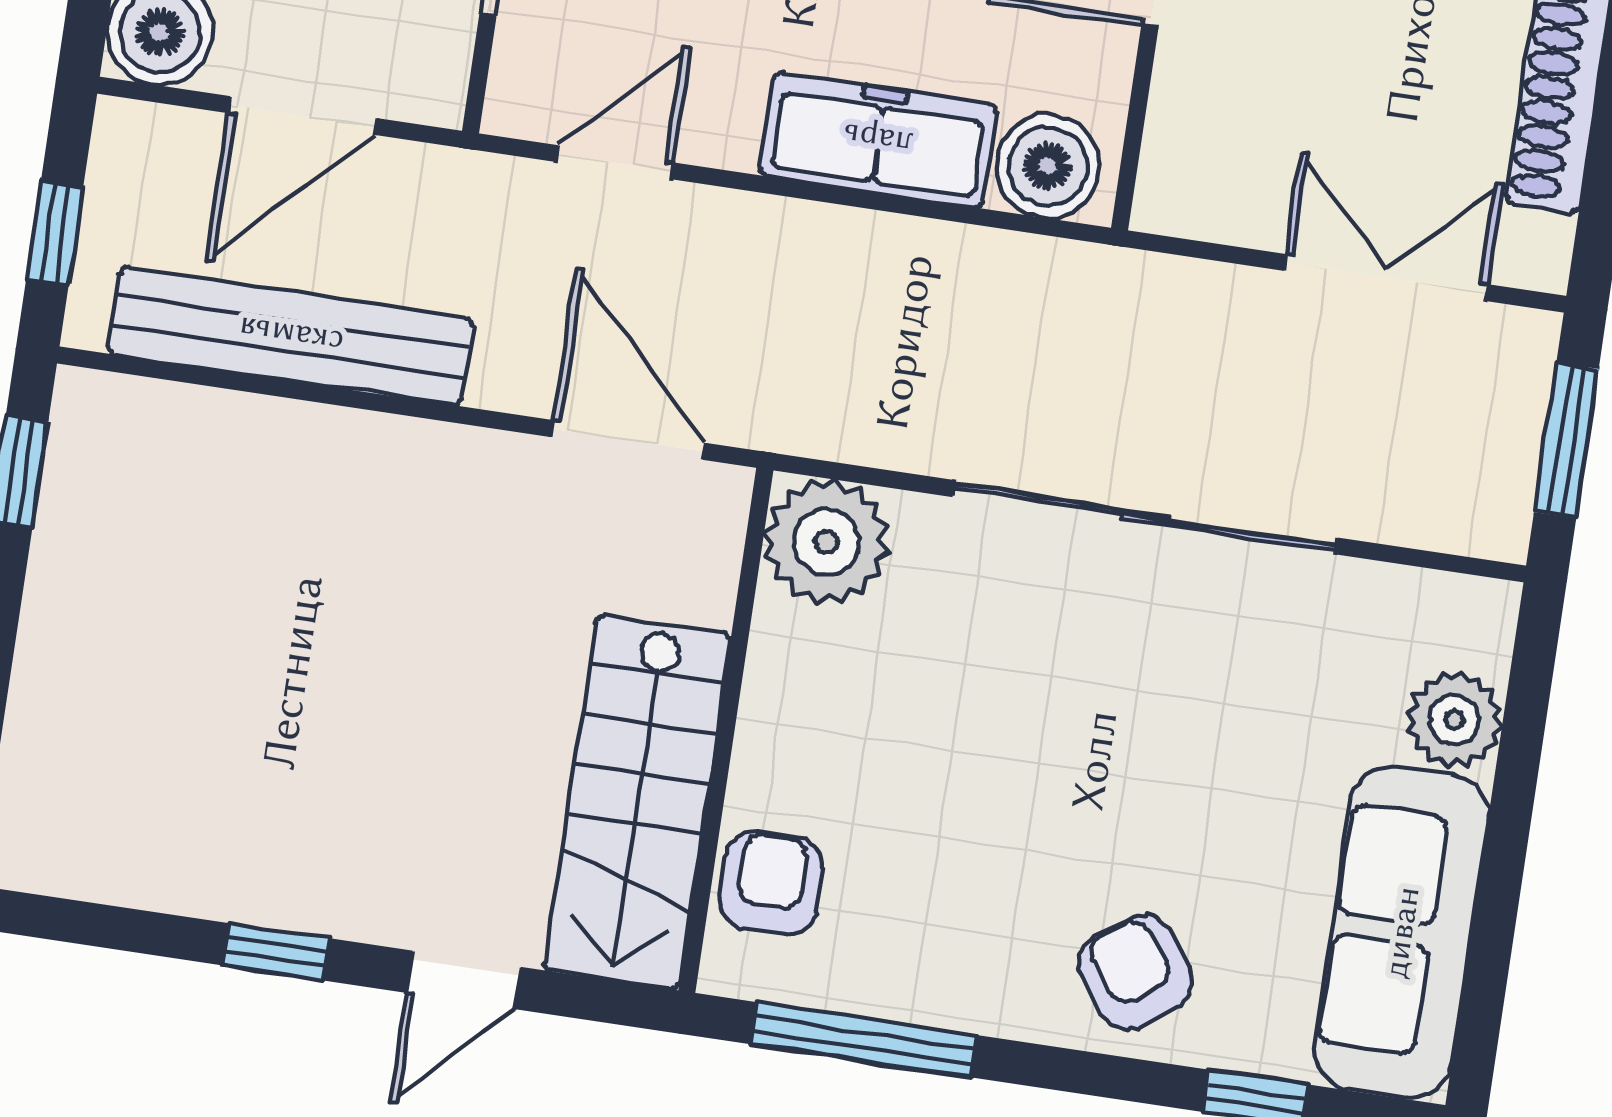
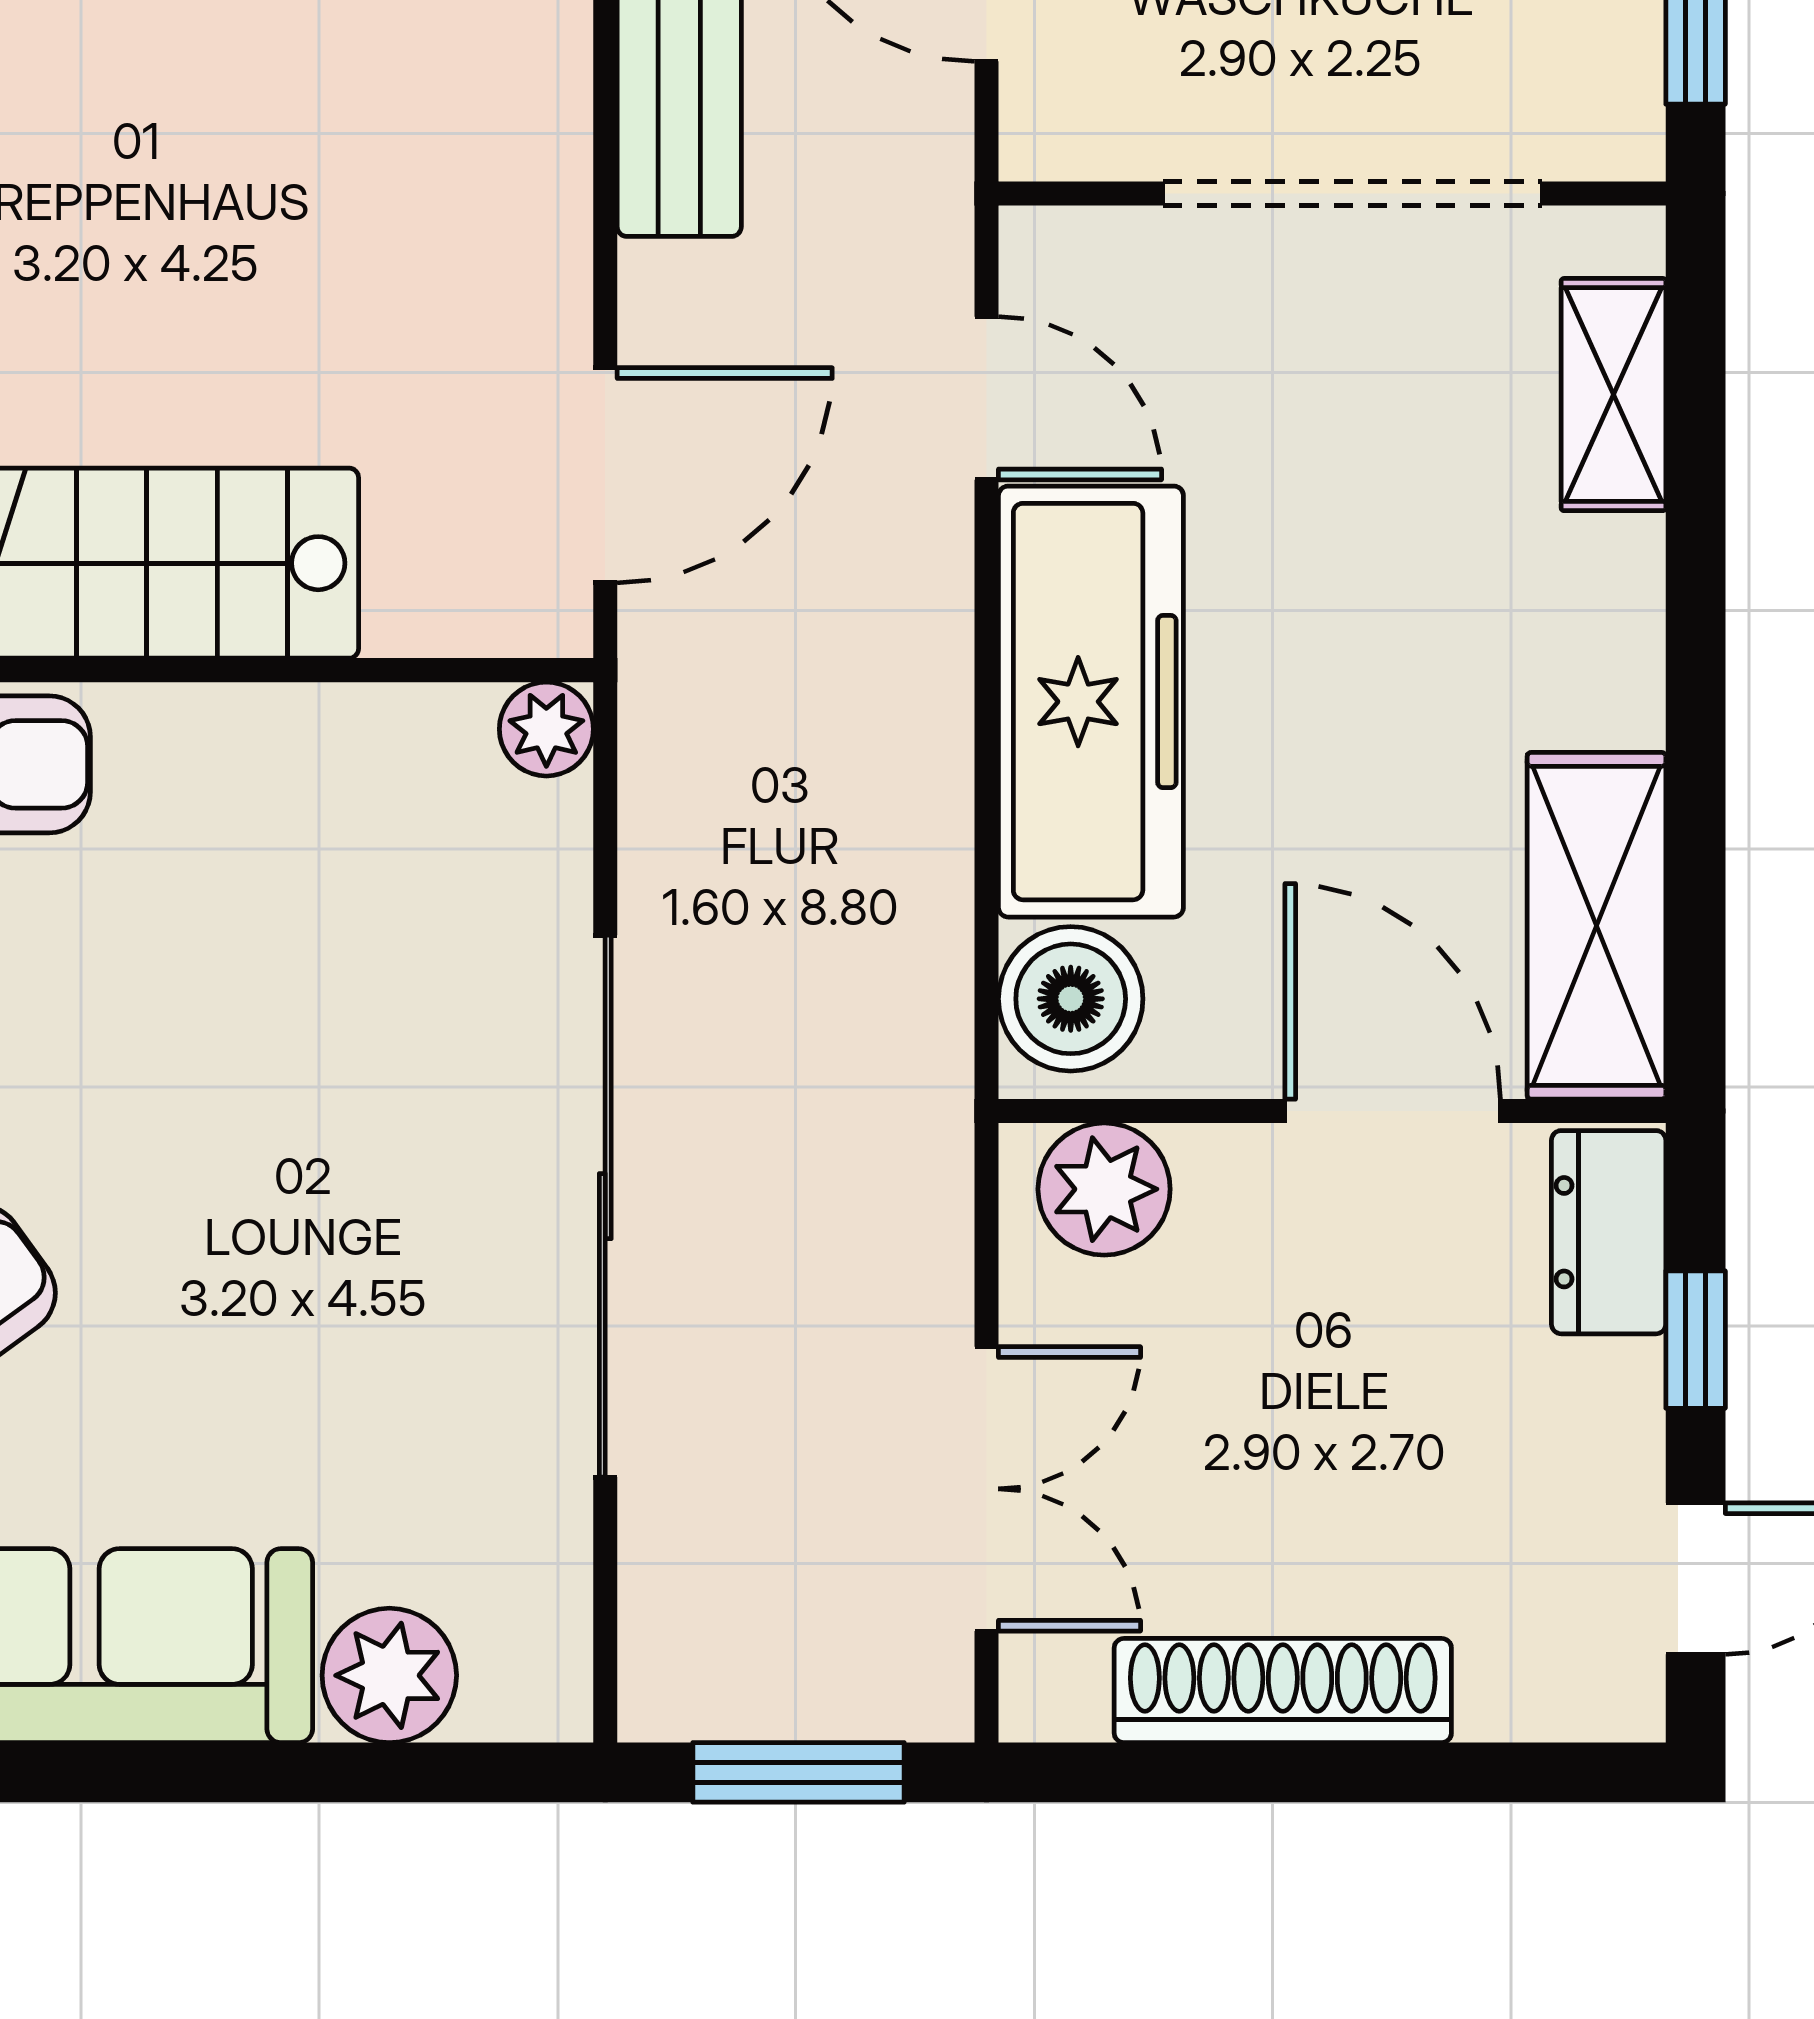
freezer: (878, 140) -> (1091, 702), width x1.36, depth x1.26
plant: (1186, 163) -> (1104, 1189), added
plant: (826, 542) -> (546, 729), width x0.53, depth x0.53

